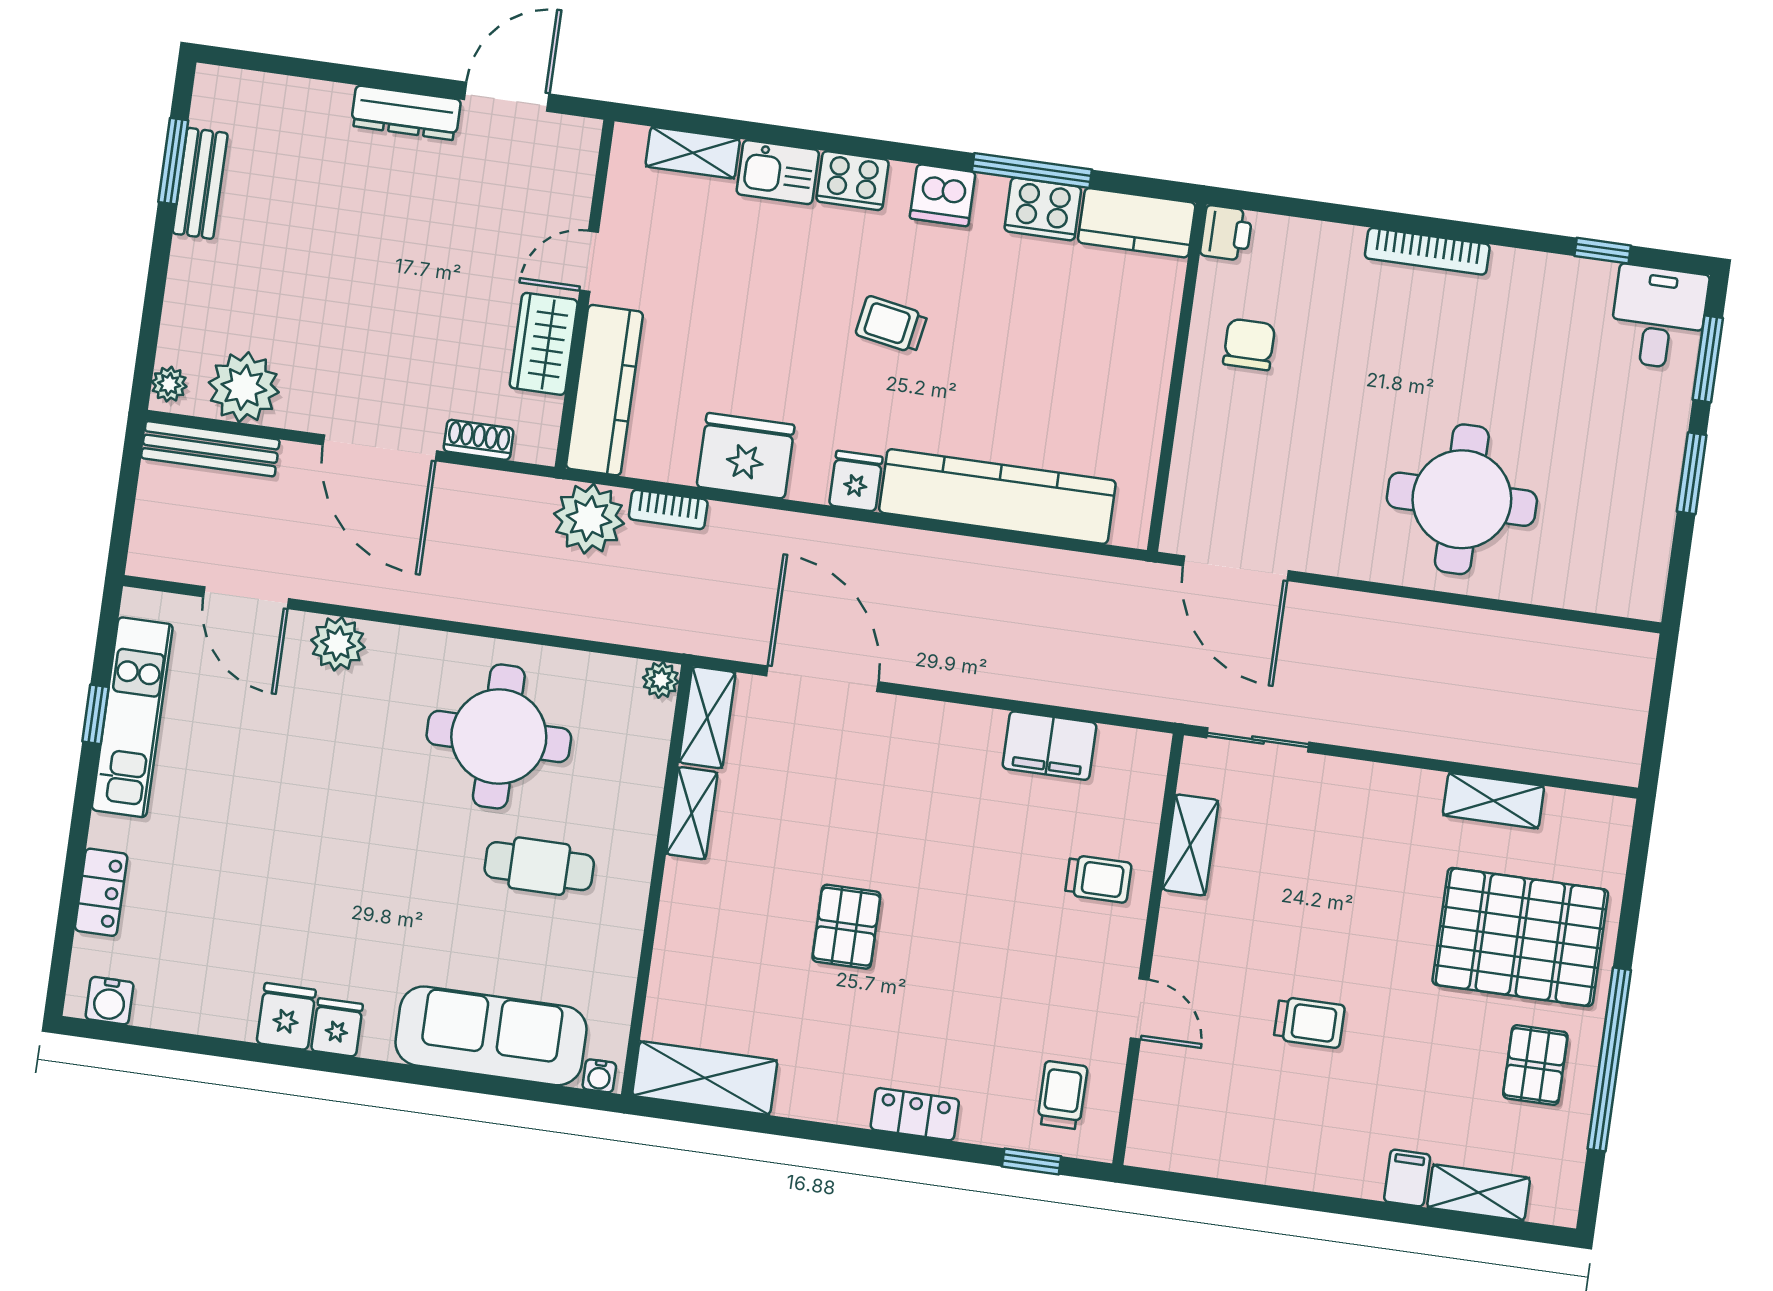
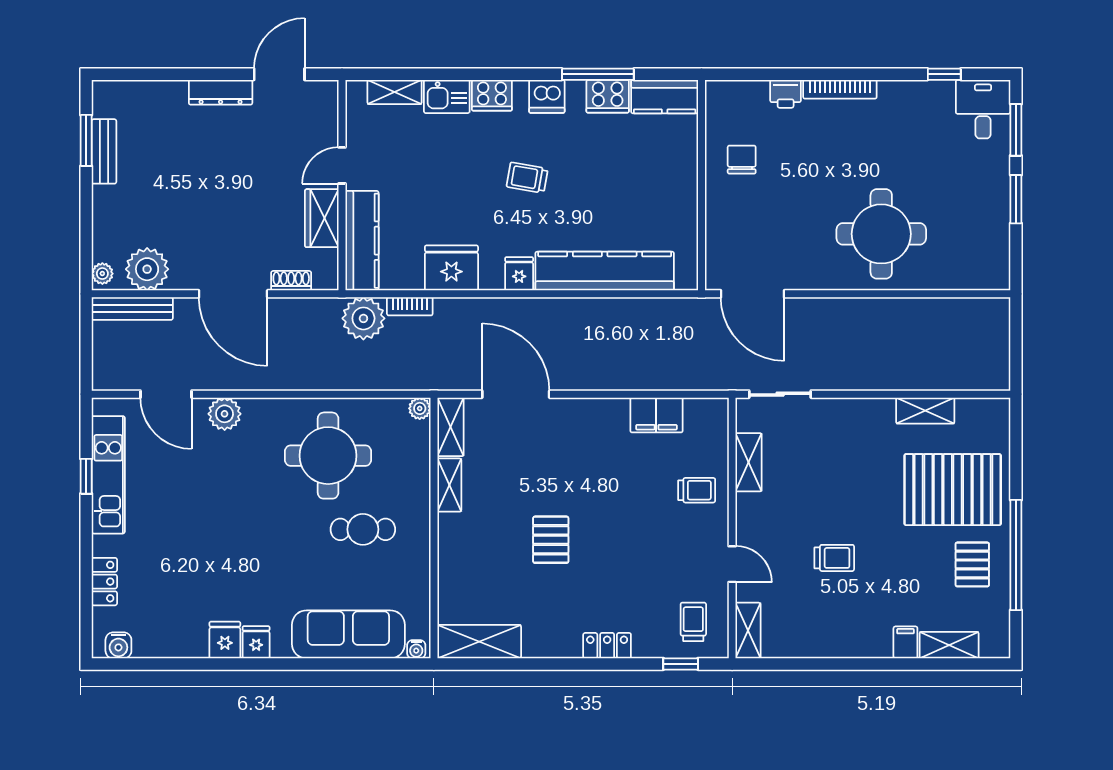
printer: (1226, 233) -> (786, 94), moved, turned 90
shelving: (1150, 1122) -> (748, 631), added

